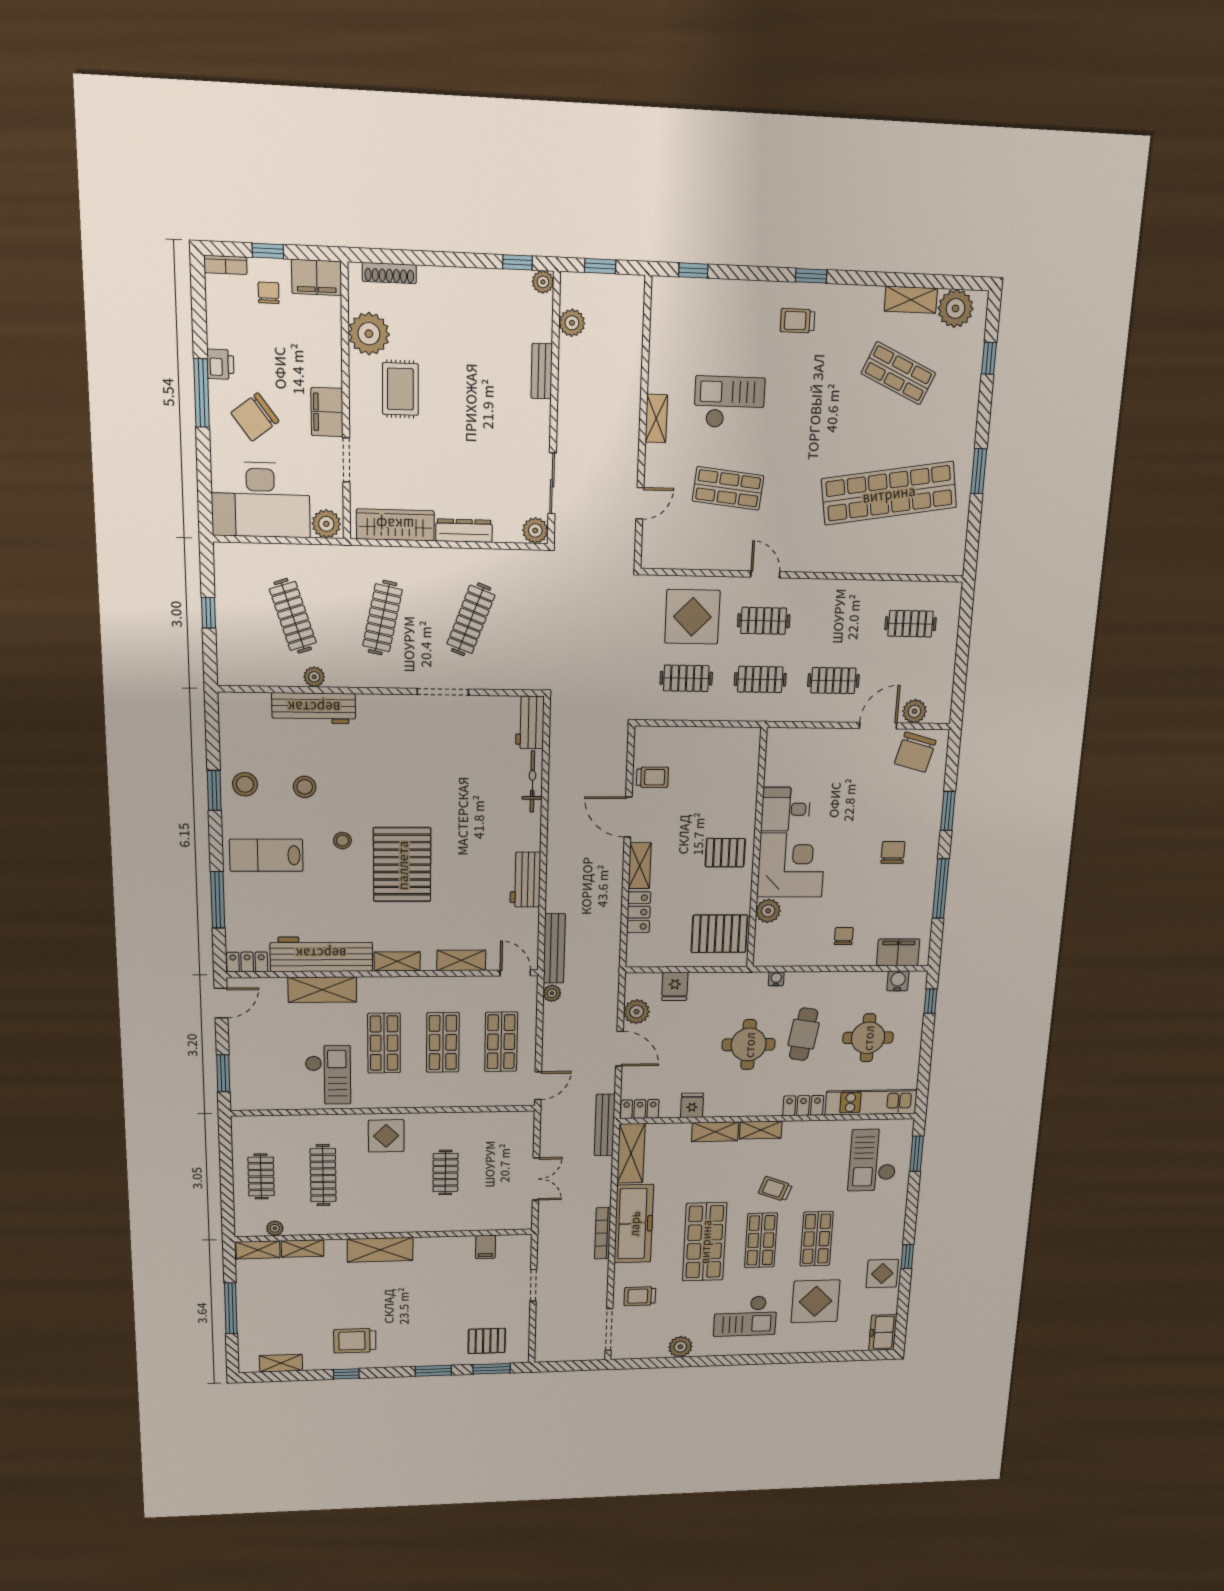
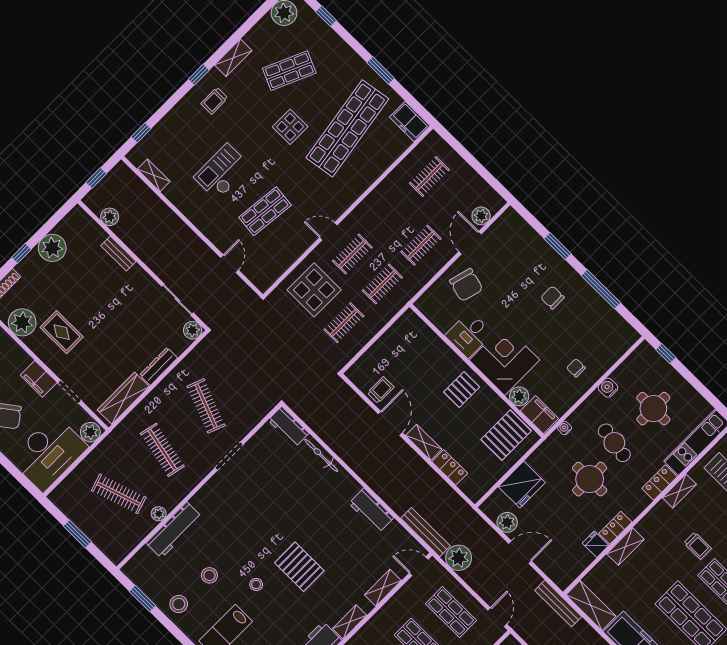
window: (518, 262) -> (21, 253), moved
plant: (543, 282) -> (52, 248), moved, width x1.87, depth x1.87
shelving: (911, 300) -> (233, 58), moved
shelving: (656, 418) -> (154, 175), moved
display table: (840, 431) -> (290, 127), added
freezer: (950, 551) -> (410, 121), added
window: (209, 613) -> (77, 534), width x1.50
chair: (915, 752) -> (466, 285), moved
window: (214, 790) -> (142, 599), moved
door: (628, 817) -> (390, 423), swing flipped
pallet: (402, 865) -> (299, 567), width x0.73, depth x0.71
filing cabinet: (898, 952) -> (539, 415), moved, turned 90
water cooler: (898, 981) -> (608, 388), moved
fridge: (675, 986) -> (522, 485), width x1.88, depth x1.34
plant: (552, 993) -> (459, 558), width x1.87, depth x1.87
locker: (640, 1109) -> (615, 528), moved
shelving: (761, 1130) -> (679, 491), moved
trolley: (775, 1189) -> (698, 546), turned -110

